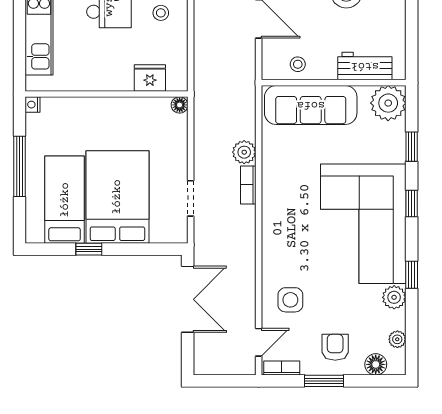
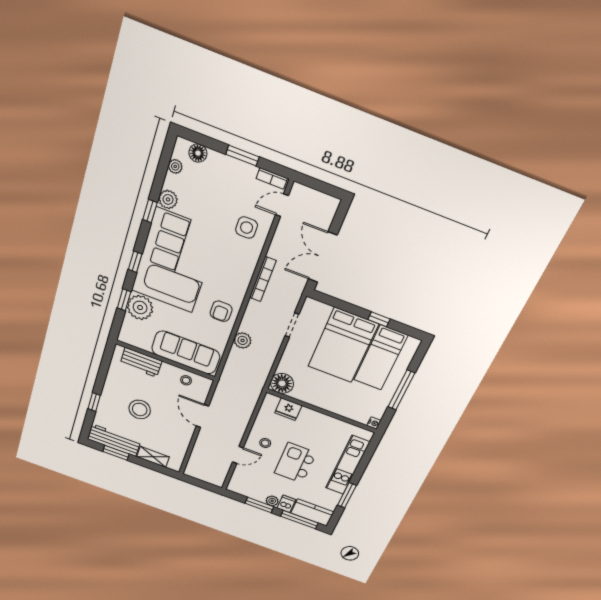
plant: (388, 103) -> (140, 307), moved
floor lamp: (180, 105) -> (282, 383), width x1.89, depth x1.89
bookcase: (248, 185) -> (263, 279), moved, width x1.56
armchair: (335, 347) -> (221, 311), moved

